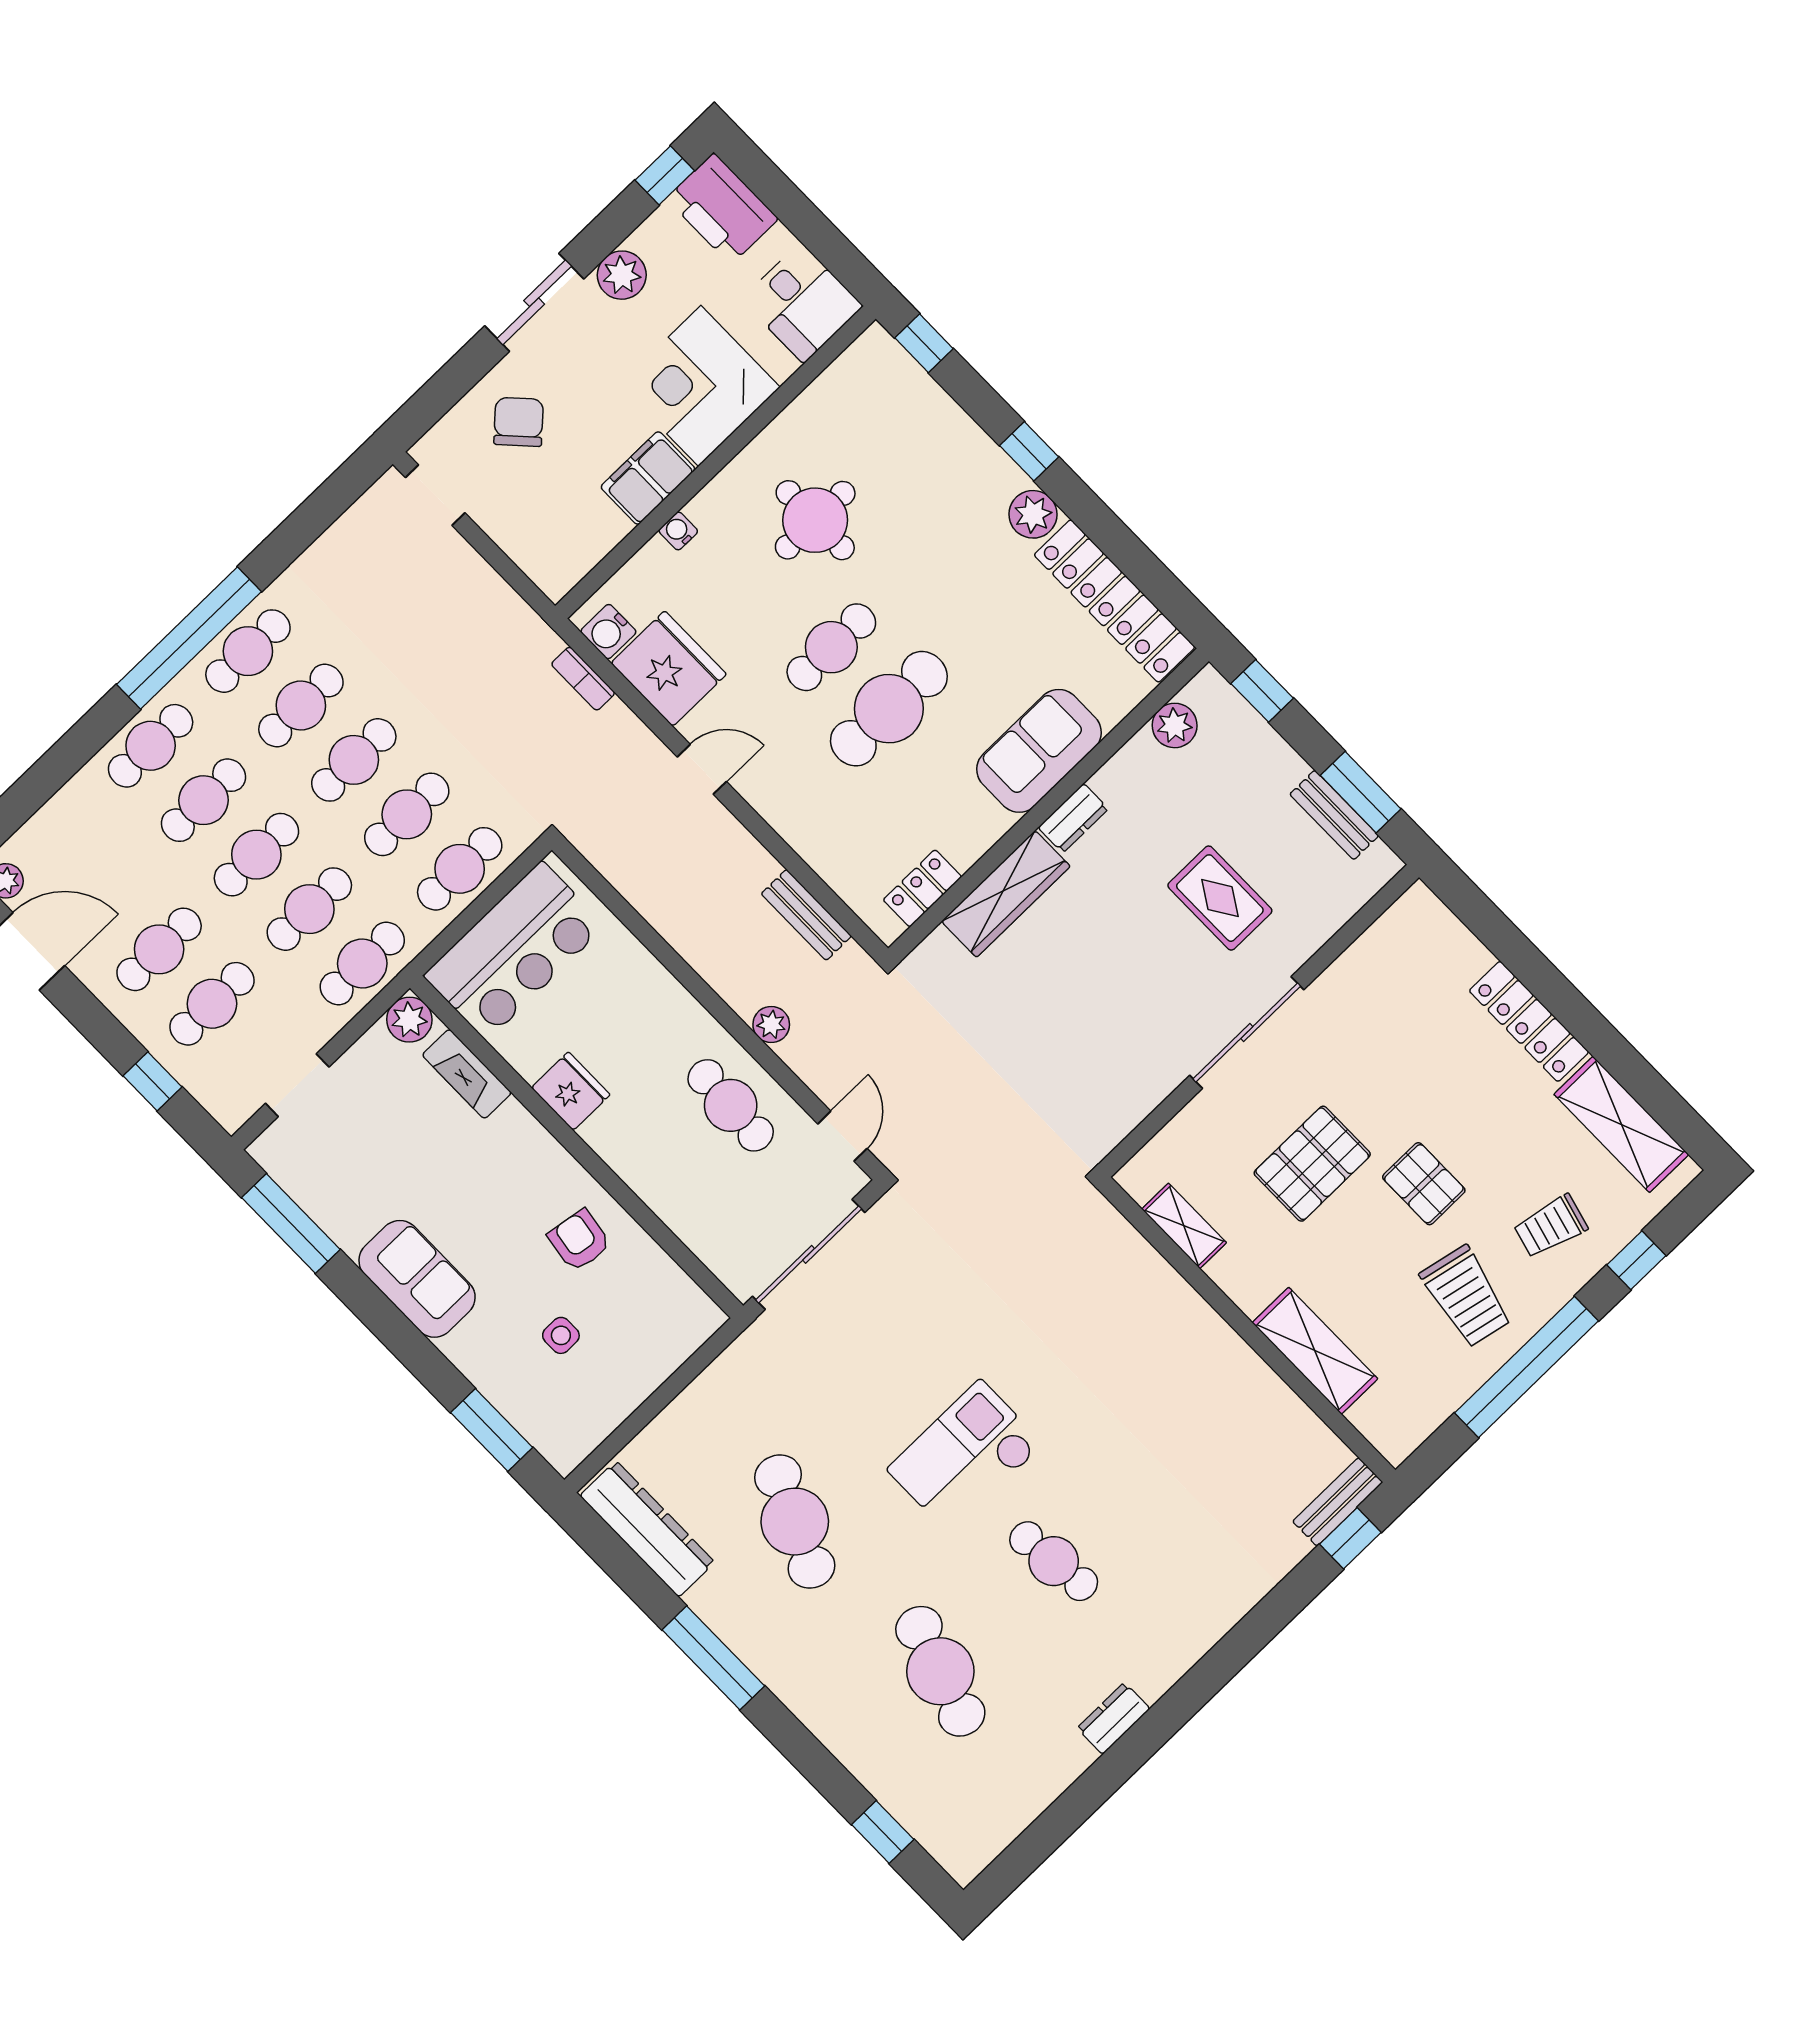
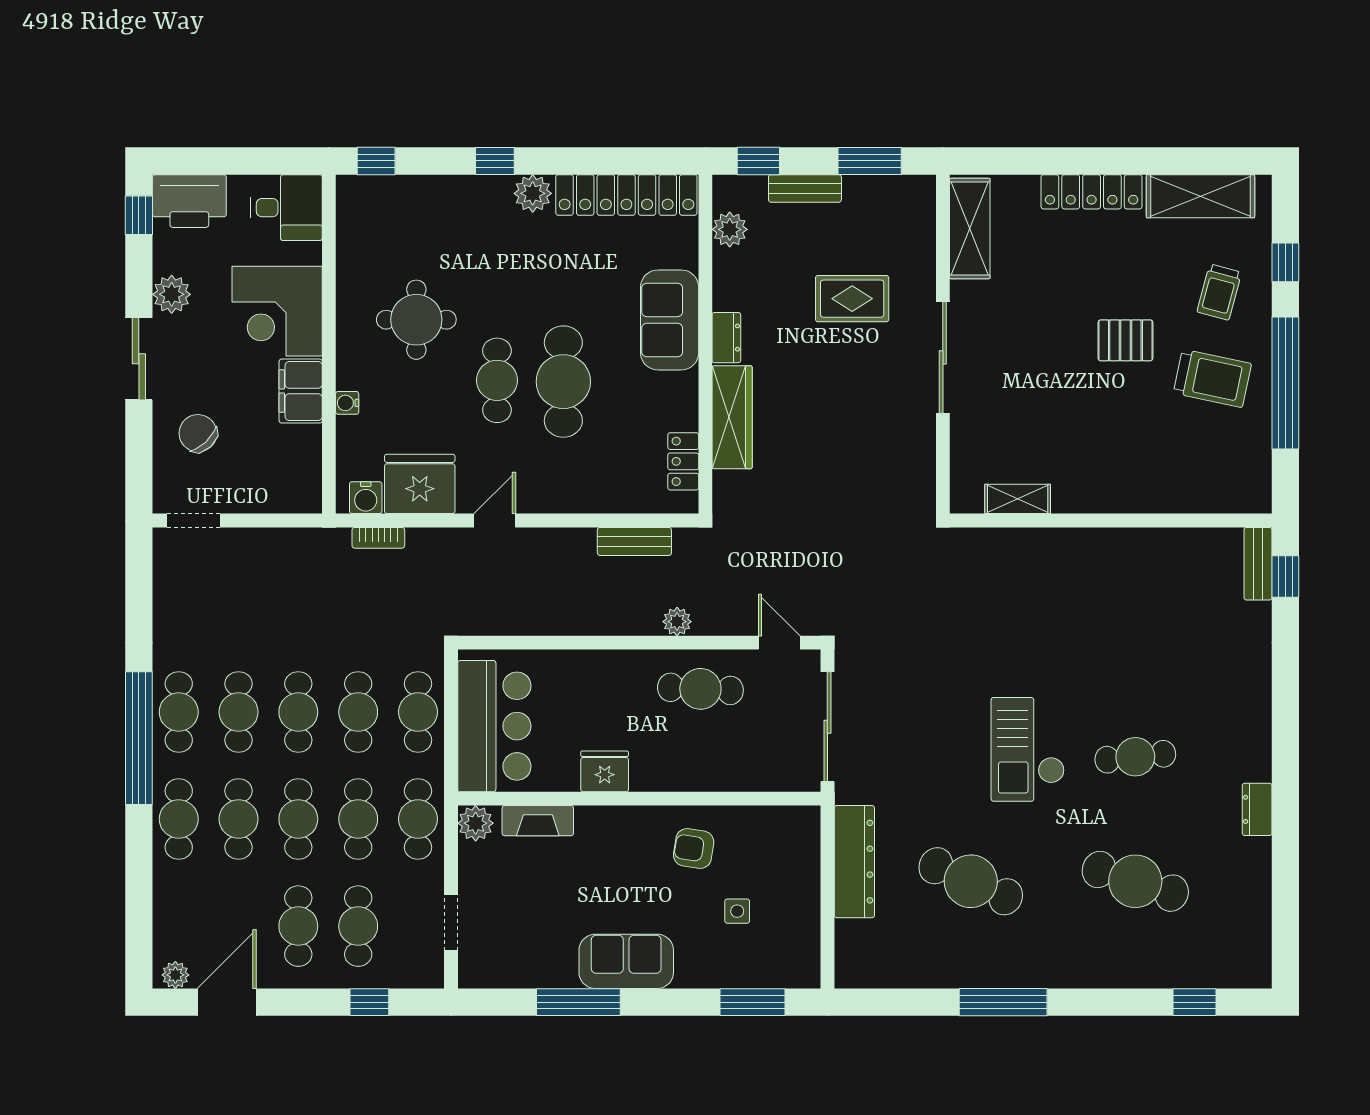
bench: (1334, 815) -> (805, 188), moved
pallet: (1312, 1164) -> (1053, 392), removed
window: (291, 1224) -> (578, 1002), moved
shelving: (1315, 1351) -> (970, 229), moved, turned 90
dresser: (647, 1529) -> (854, 862), moved, turned 90

